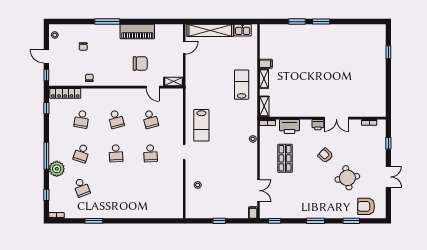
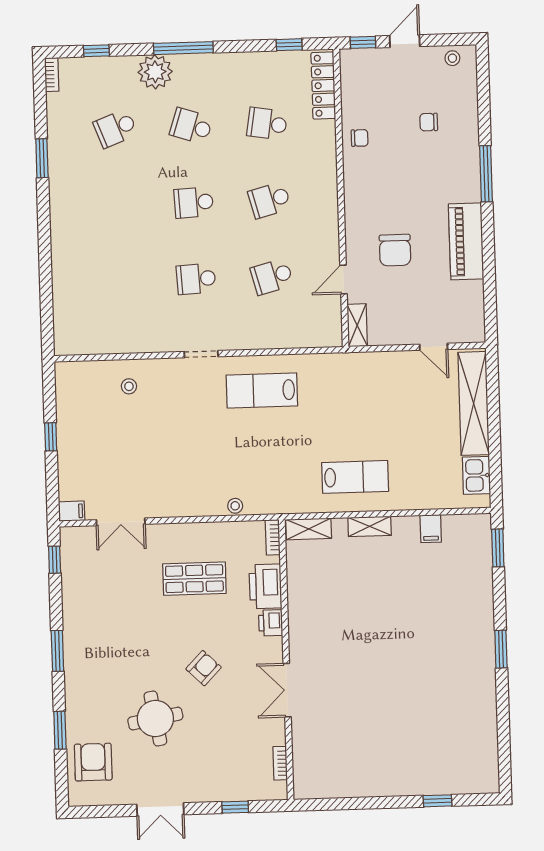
window: (297, 22) -> (498, 548), moved
filing cabinet: (266, 64) -> (431, 529), moved
printer: (318, 125) -> (271, 623), moved

